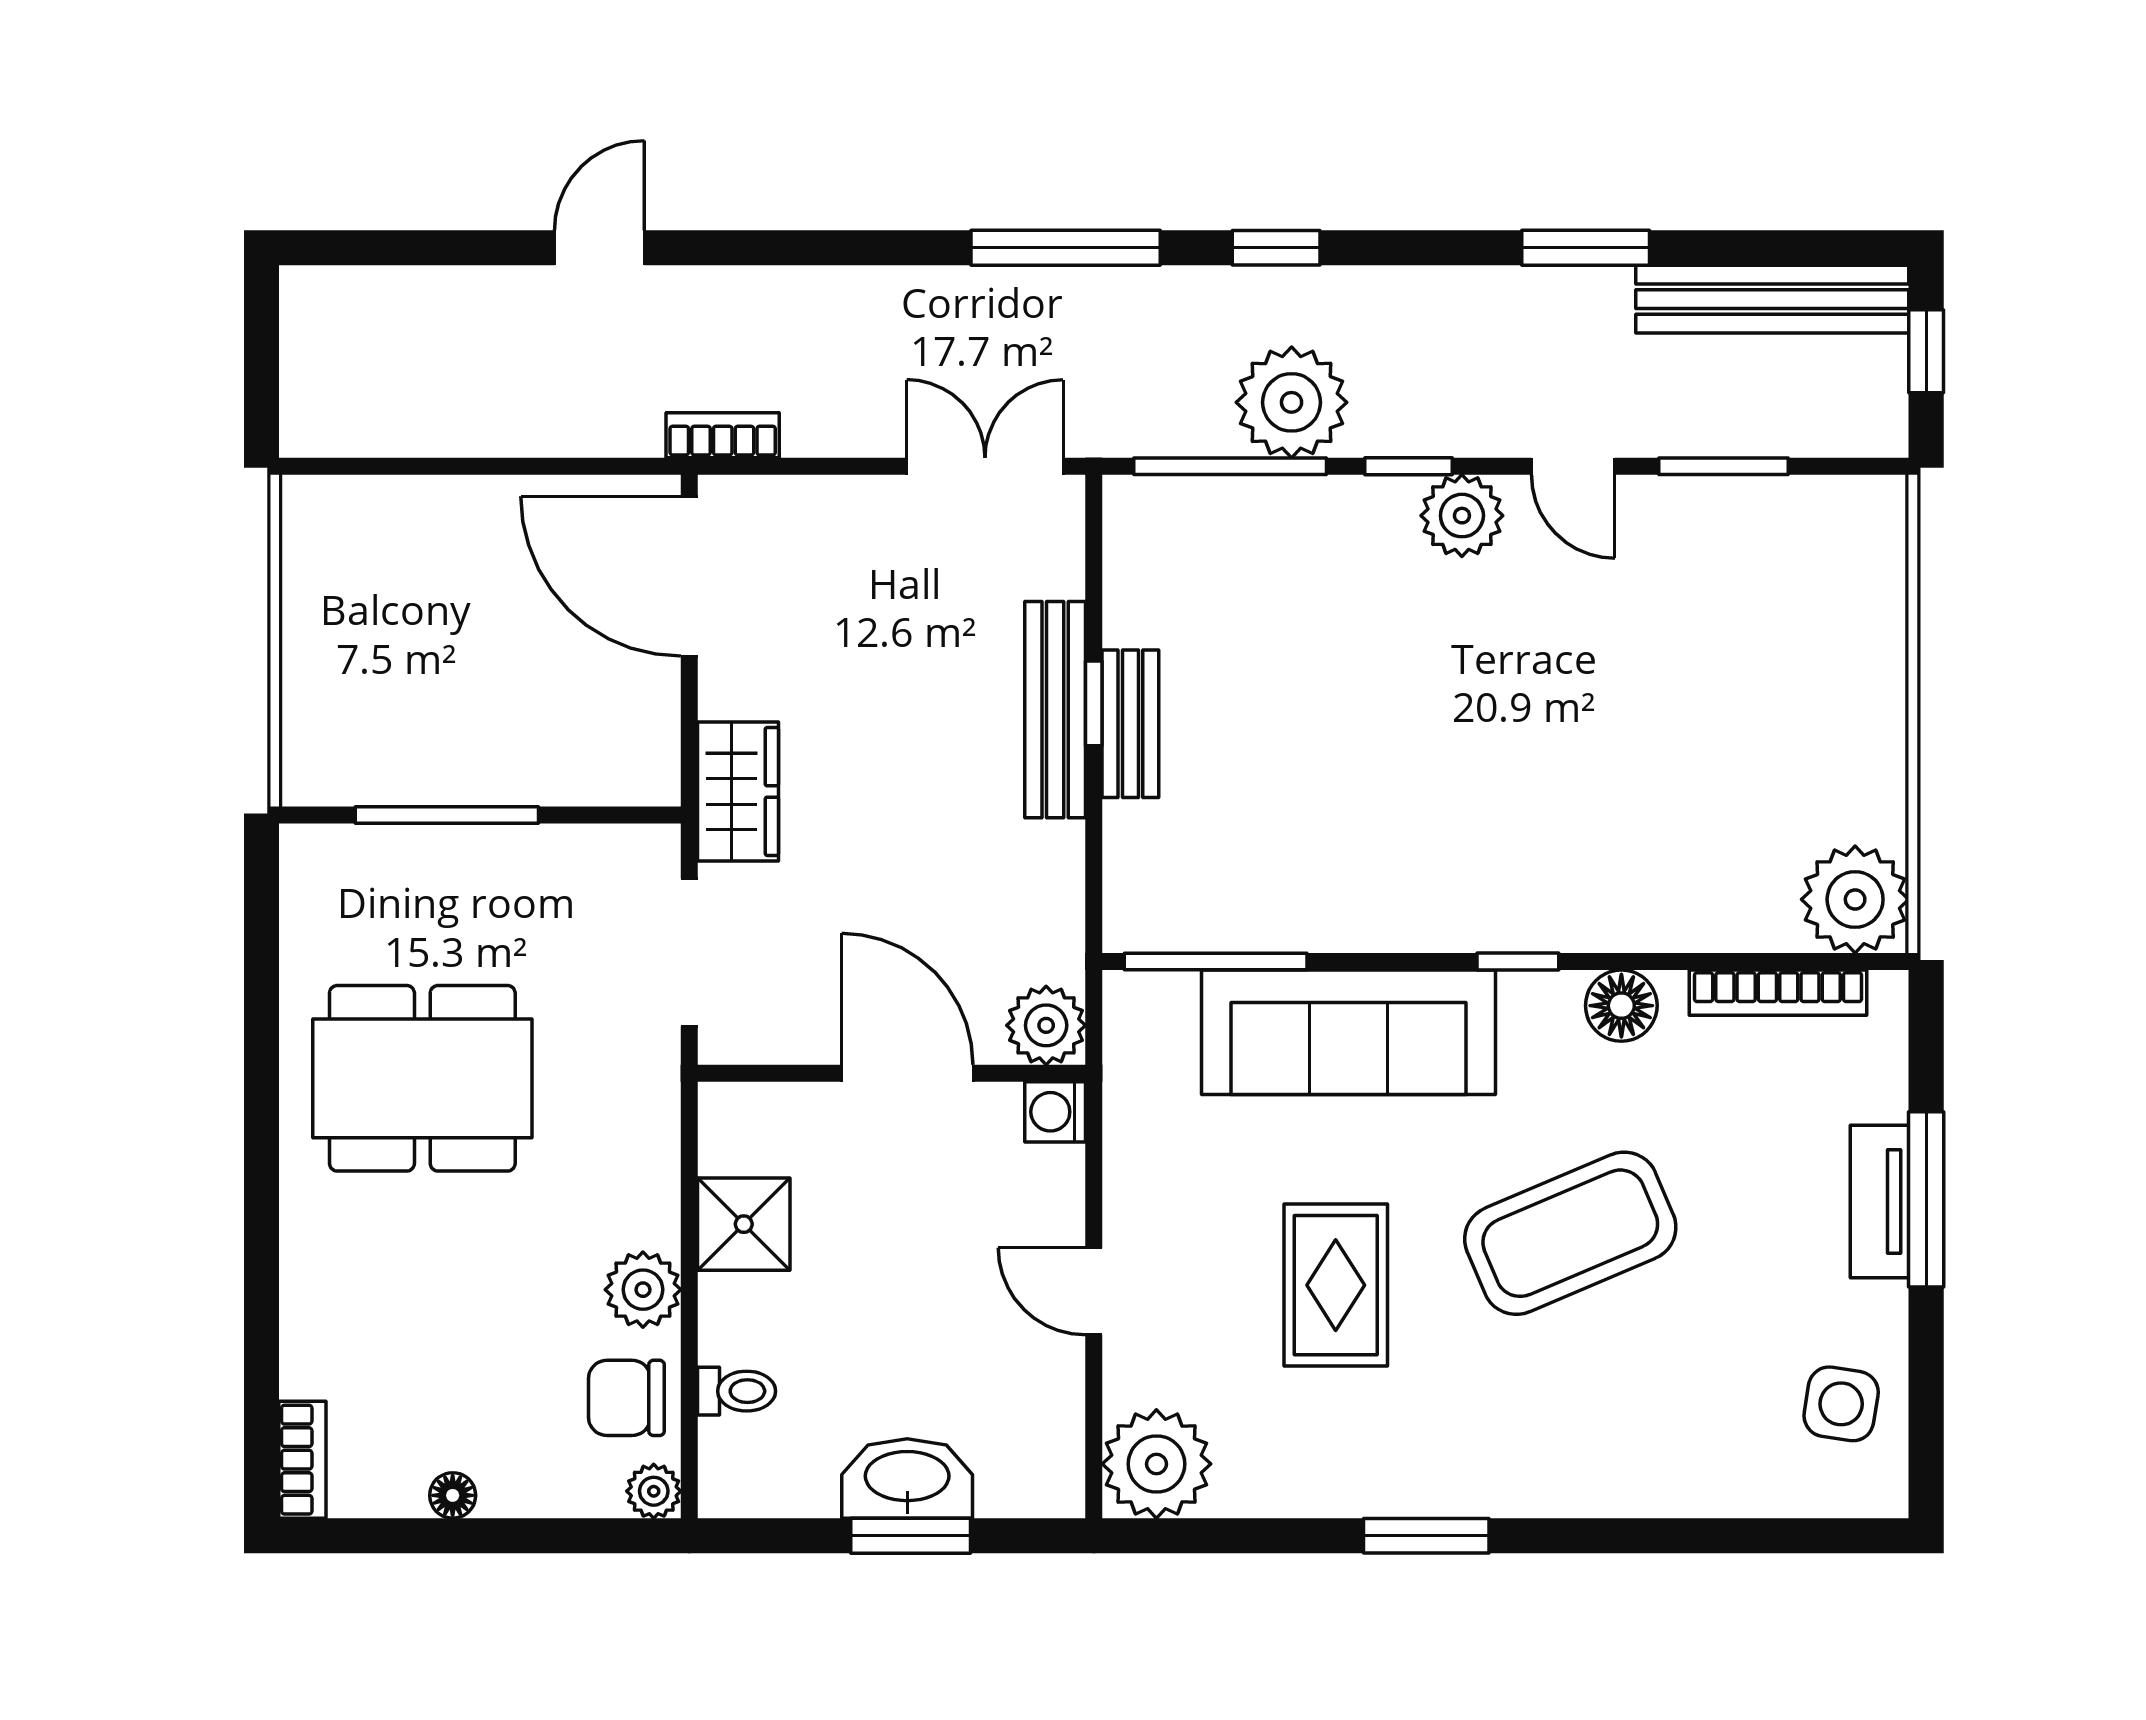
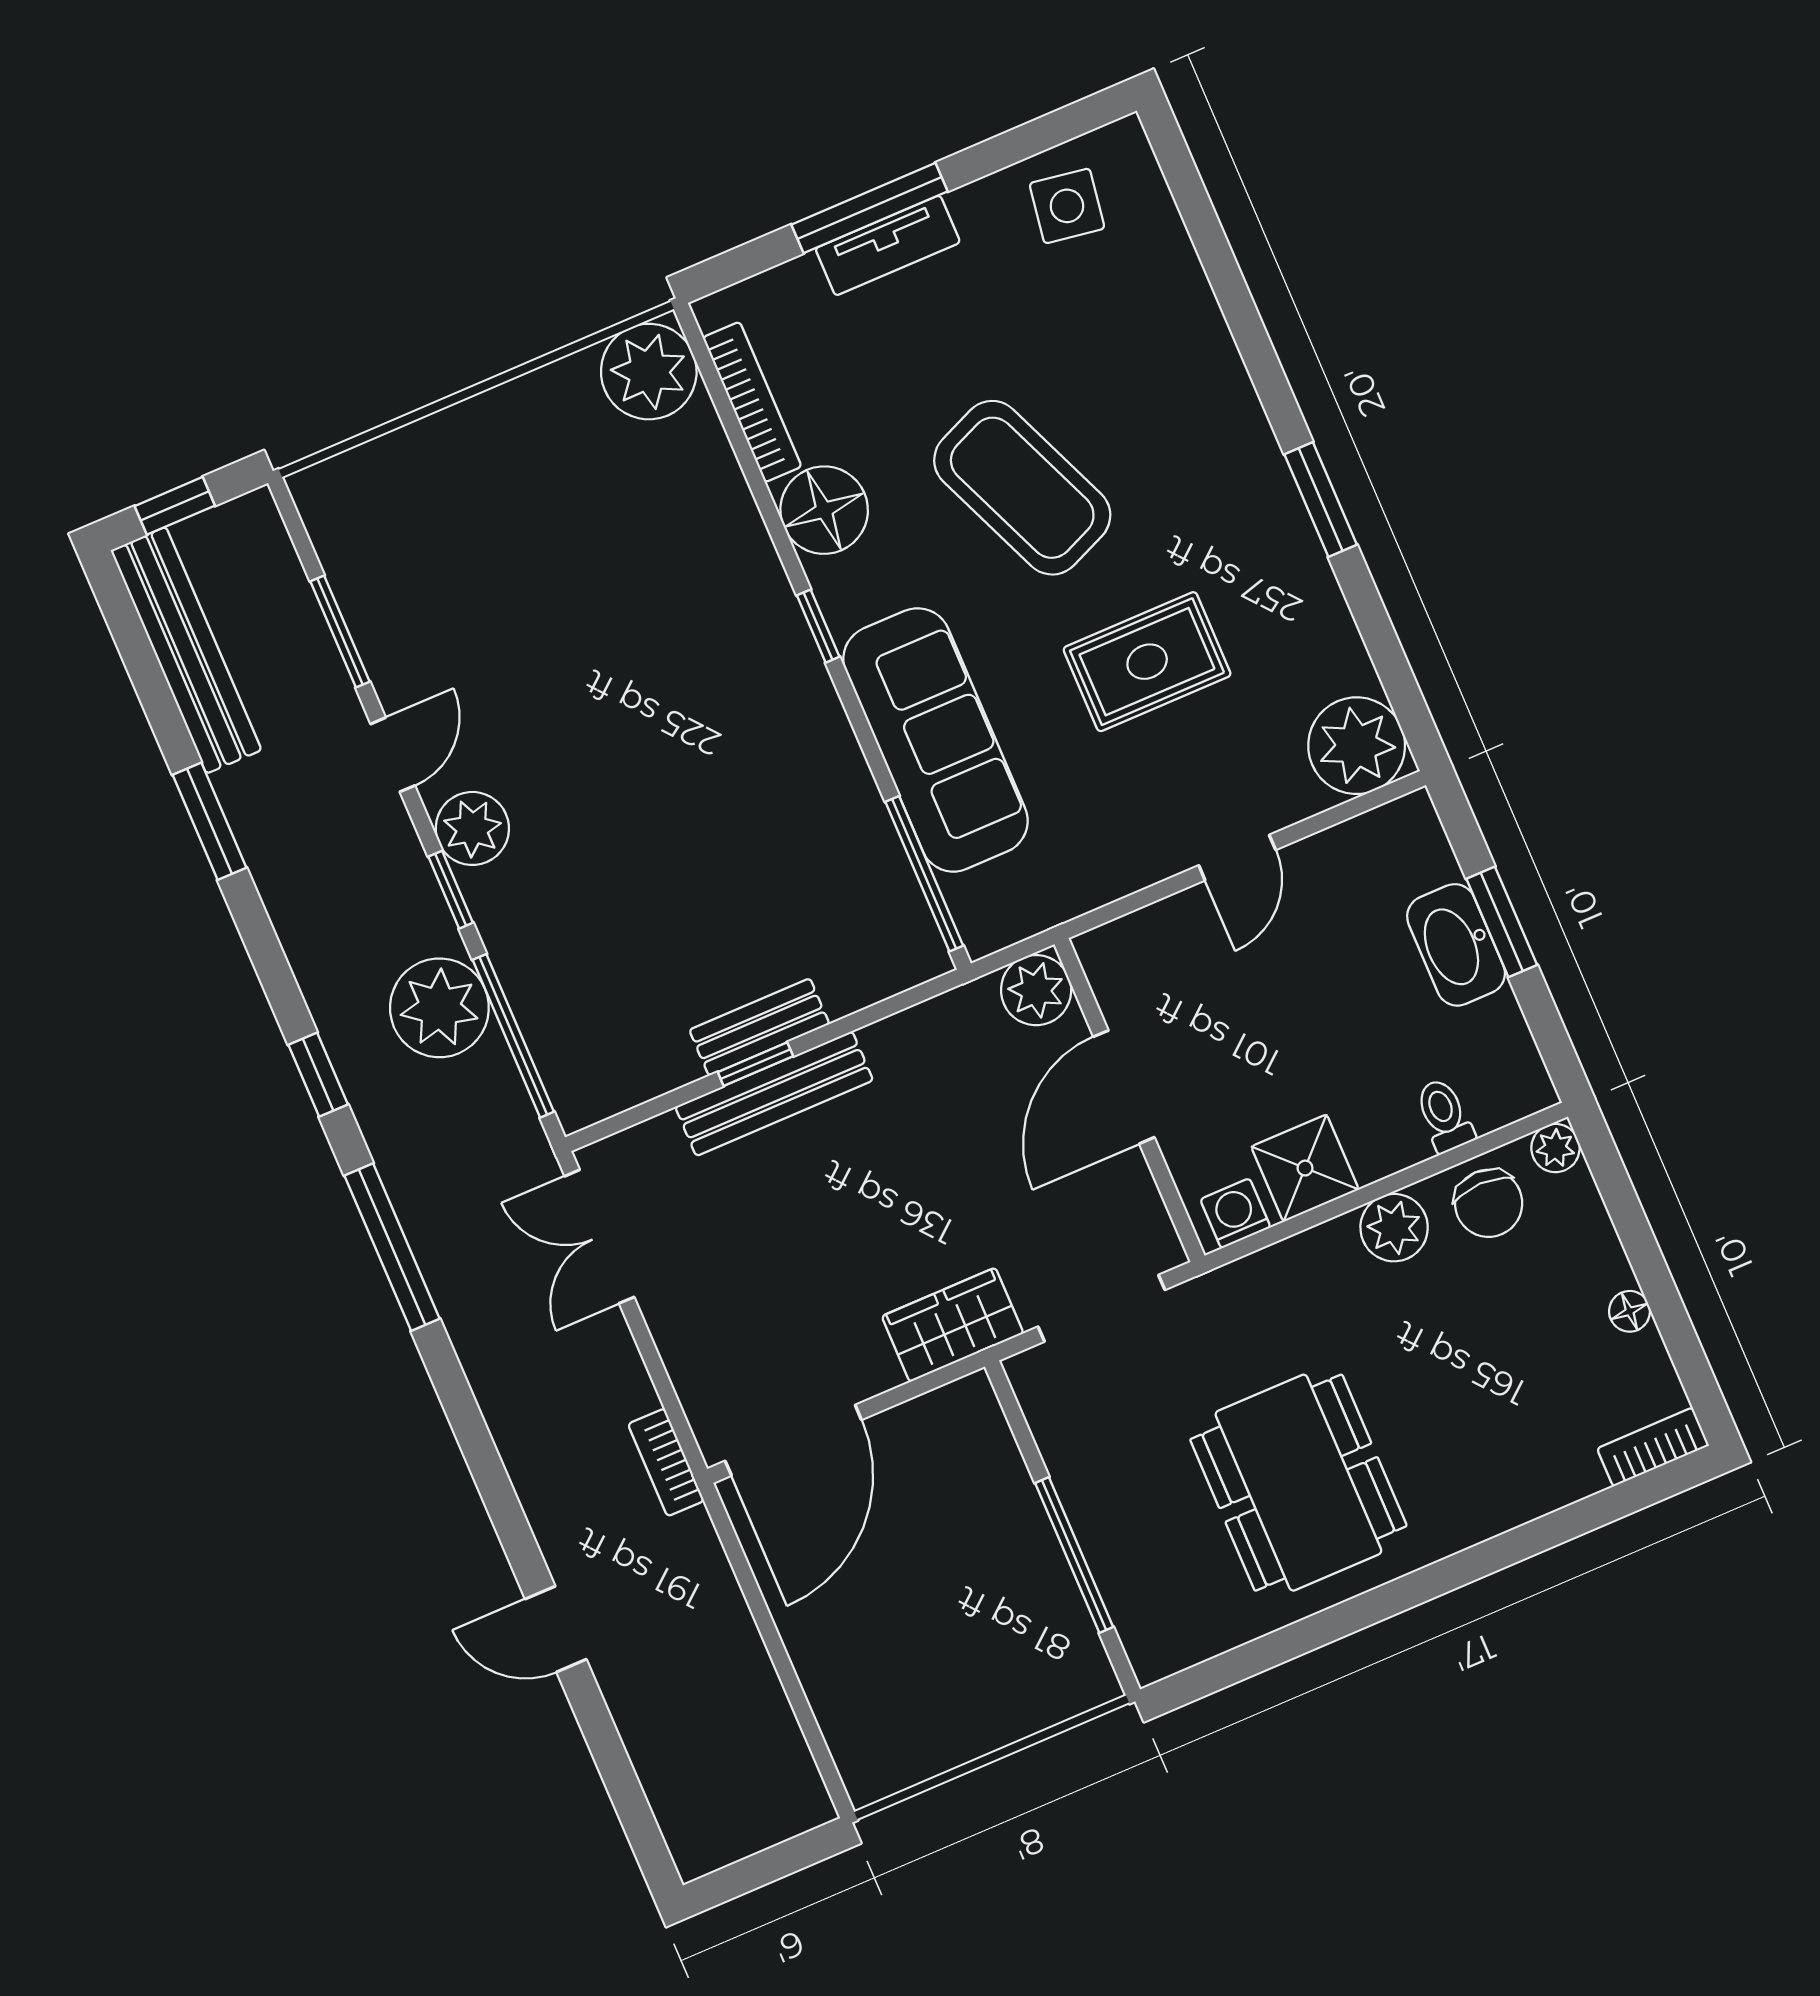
floor lamp: (1621, 1006) -> (824, 510), width x1.38, depth x1.38
washing machine: (1055, 1112) -> (1235, 1213), moved, turned 180

